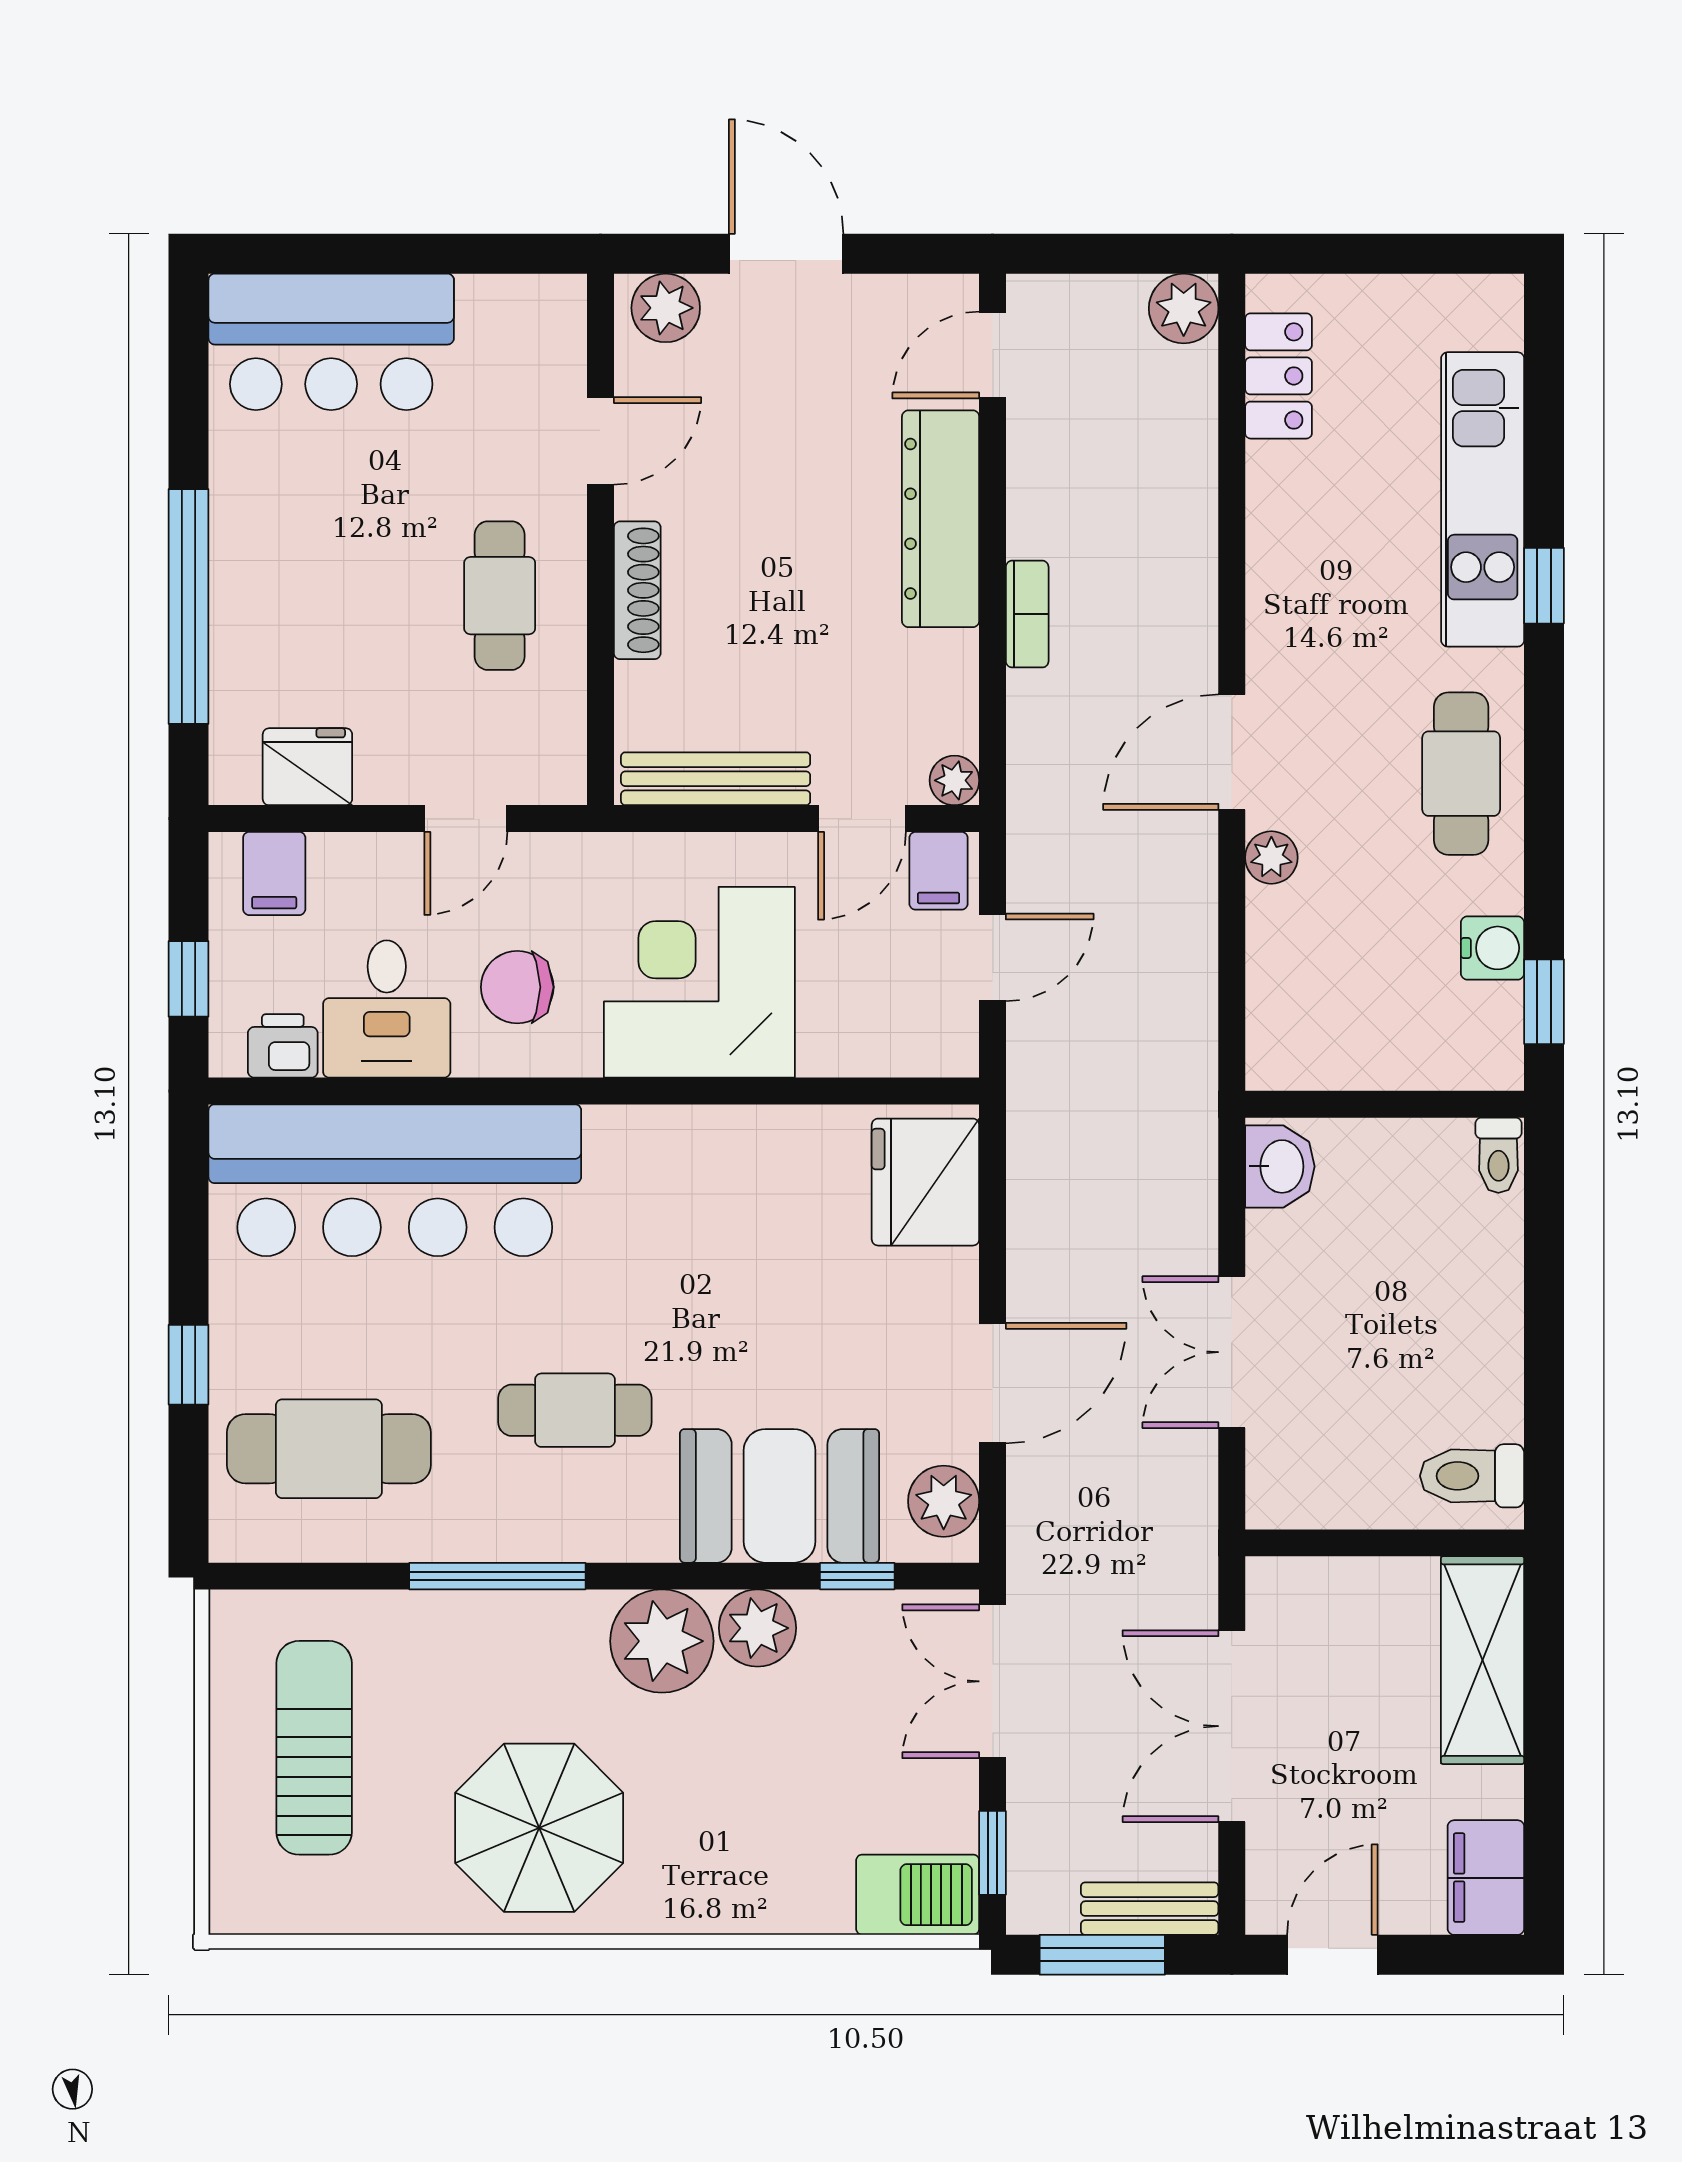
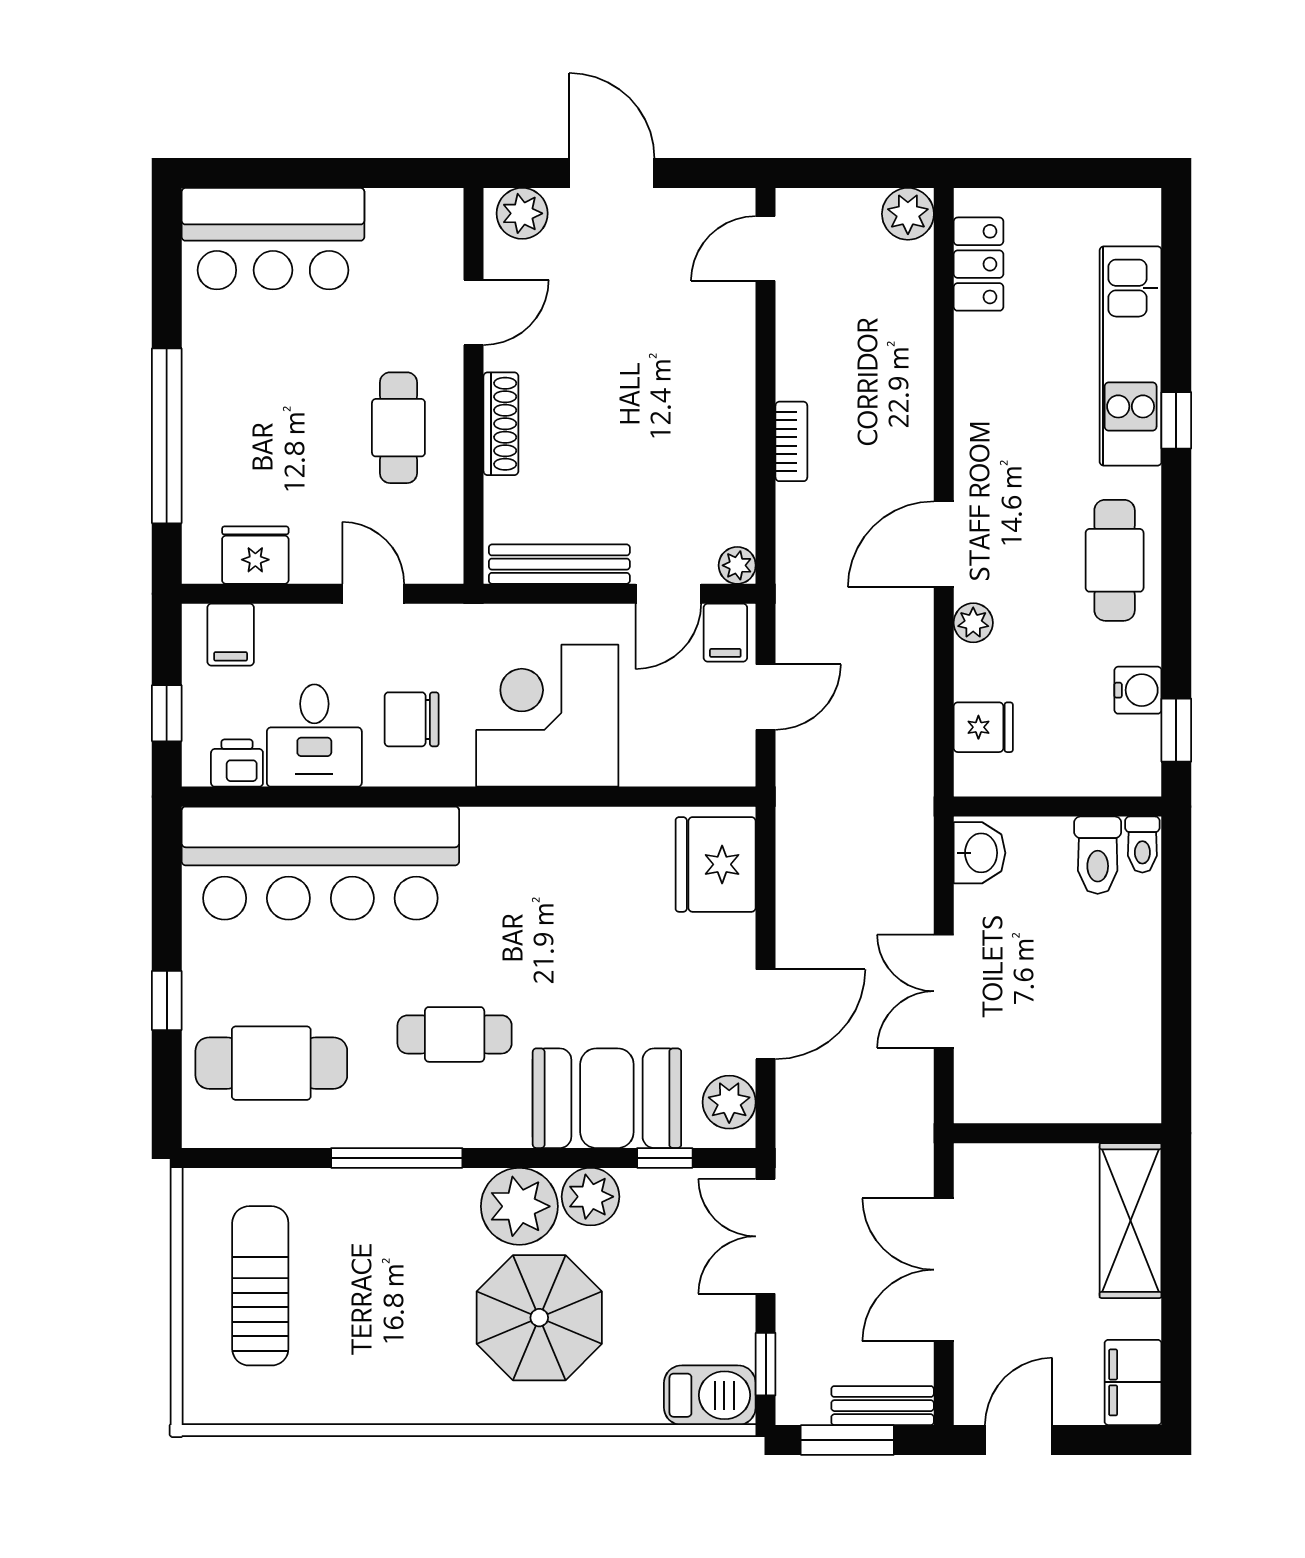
dresser: (941, 519) -> (727, 370), removed
door: (466, 819) -> (373, 594), swing flipped
fridge: (1285, 998) -> (983, 727), added
toilet: (1472, 1476) -> (1098, 855), moved, turned -90
parasol: (539, 1828) -> (539, 1318), moved

